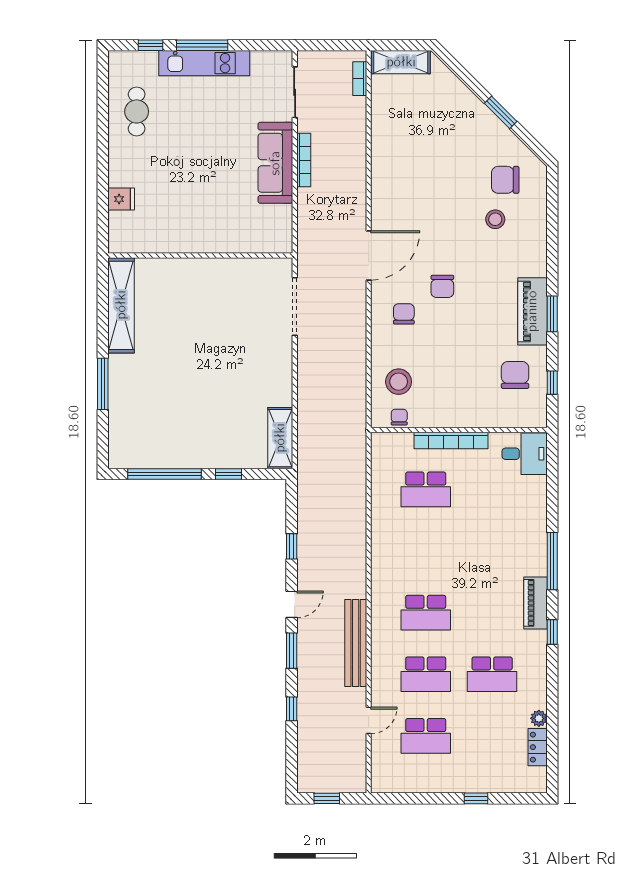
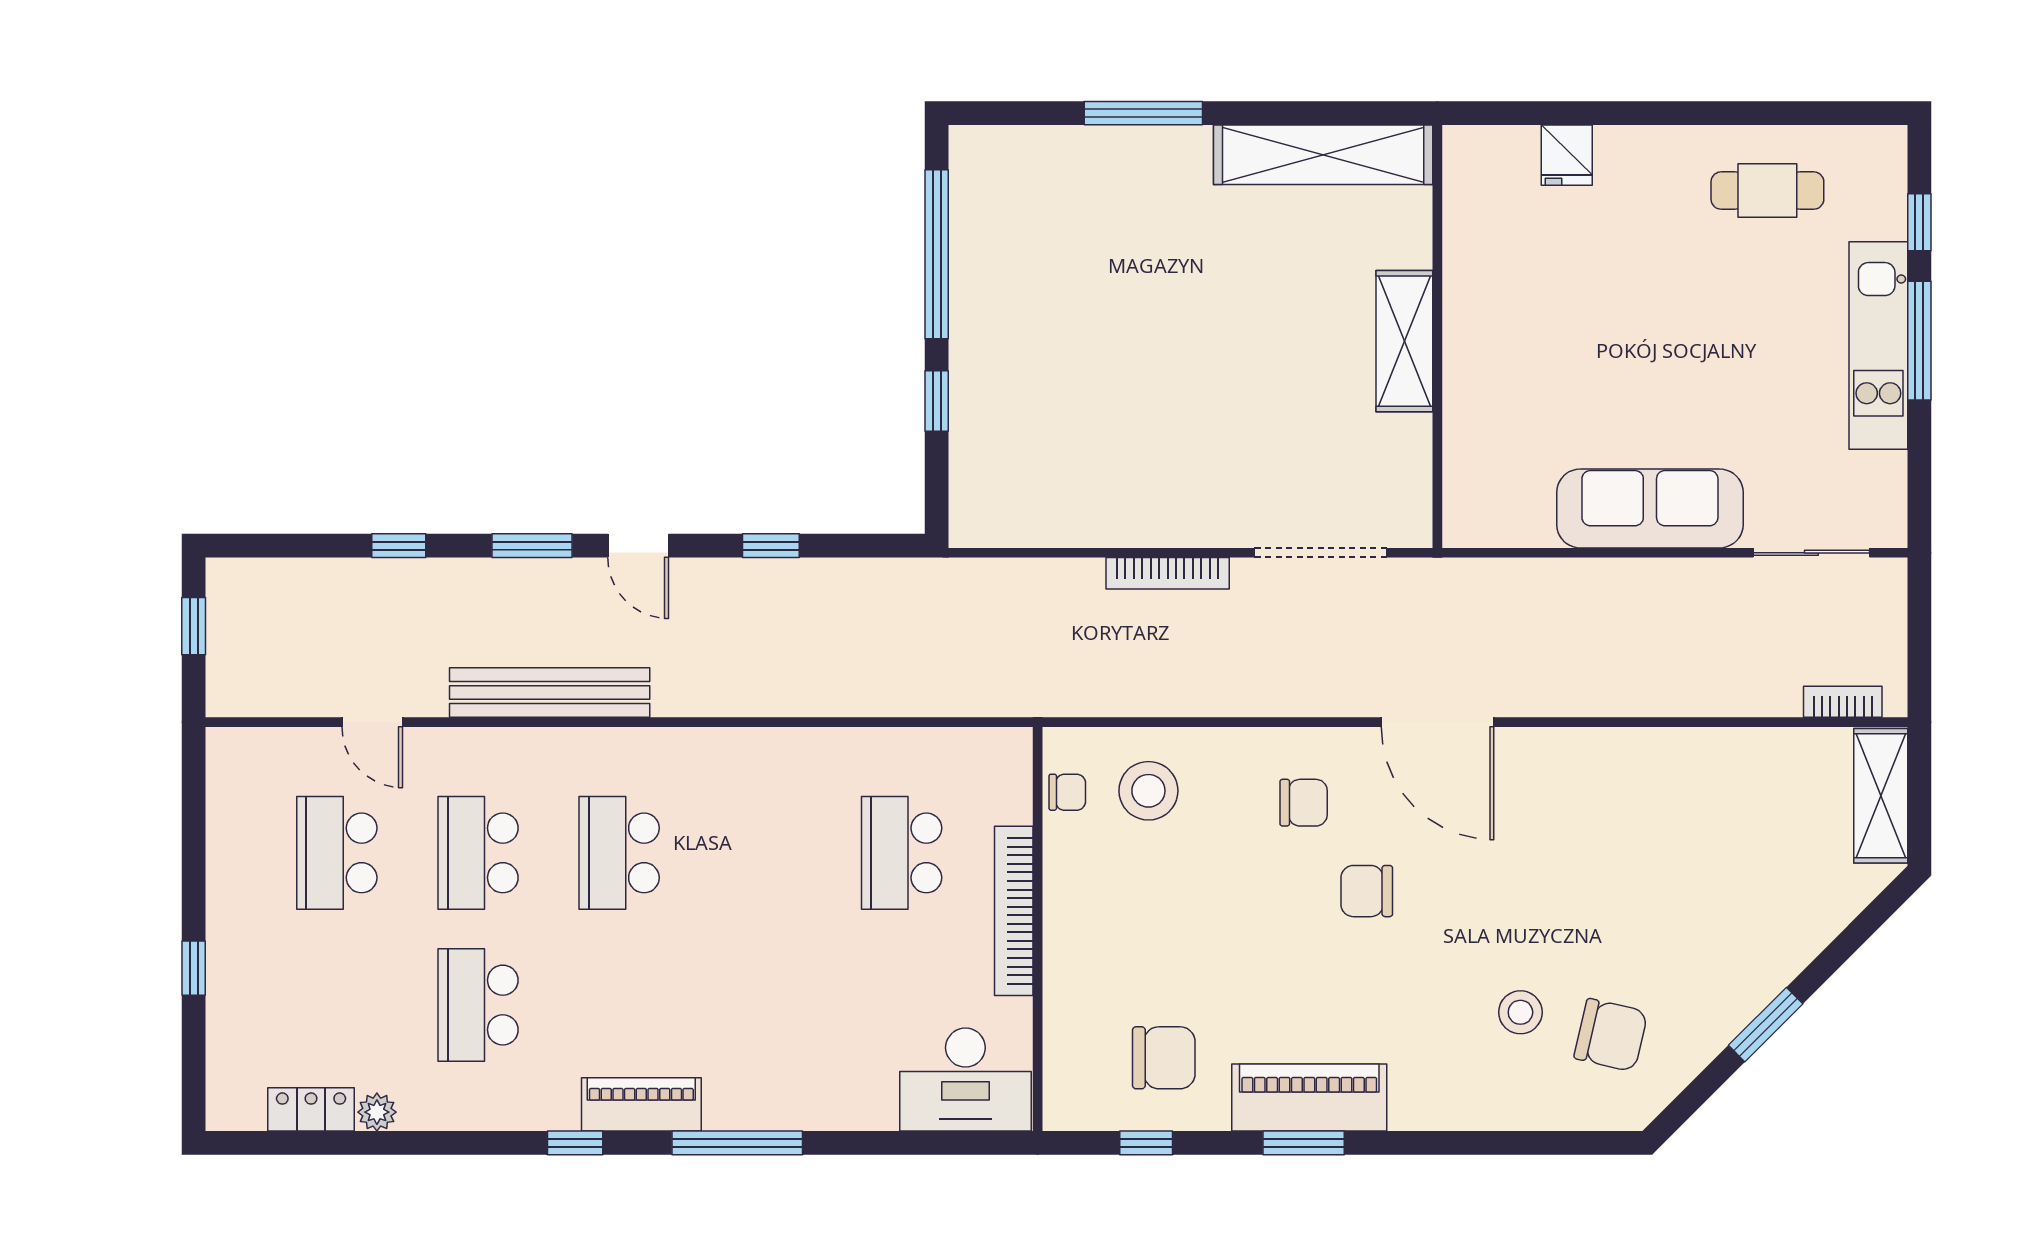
bookcase: (304, 160) -> (1168, 573), moved
chair: (505, 180) -> (1611, 1035), turned 103
shelving: (280, 438) -> (1404, 341), moved, turned 90
desk: (525, 454) -> (965, 1080), width x1.37

